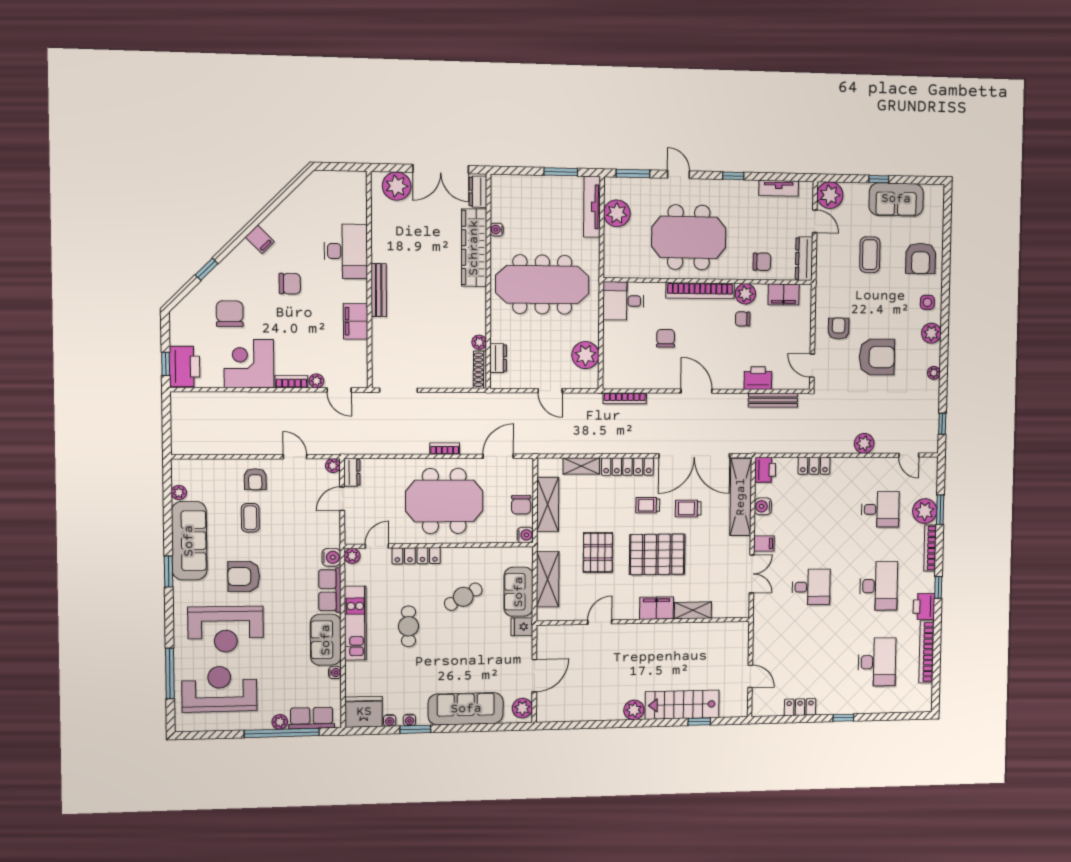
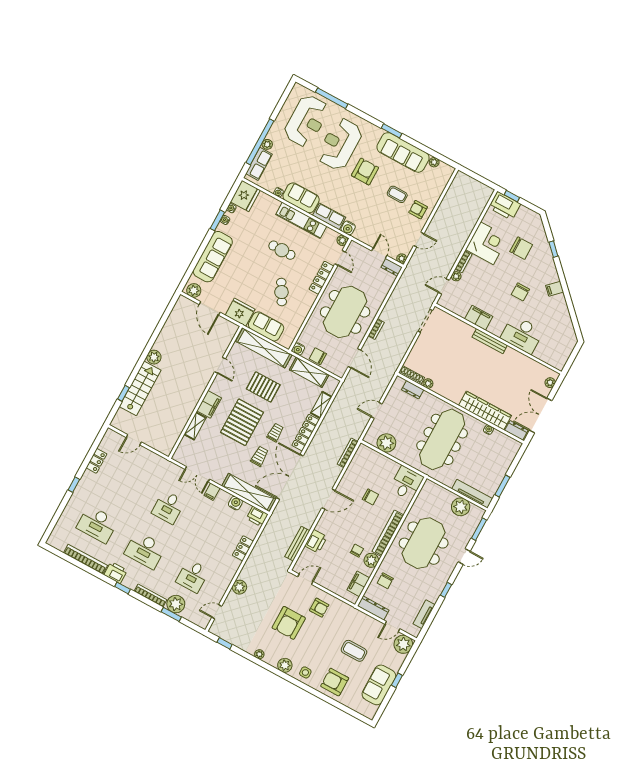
plant: (397, 186) -> (550, 383), width x0.53, depth x0.53
shelving: (548, 579) -> (264, 348), width x1.47
fridge: (522, 627) -> (240, 312), width x1.88, depth x1.34

